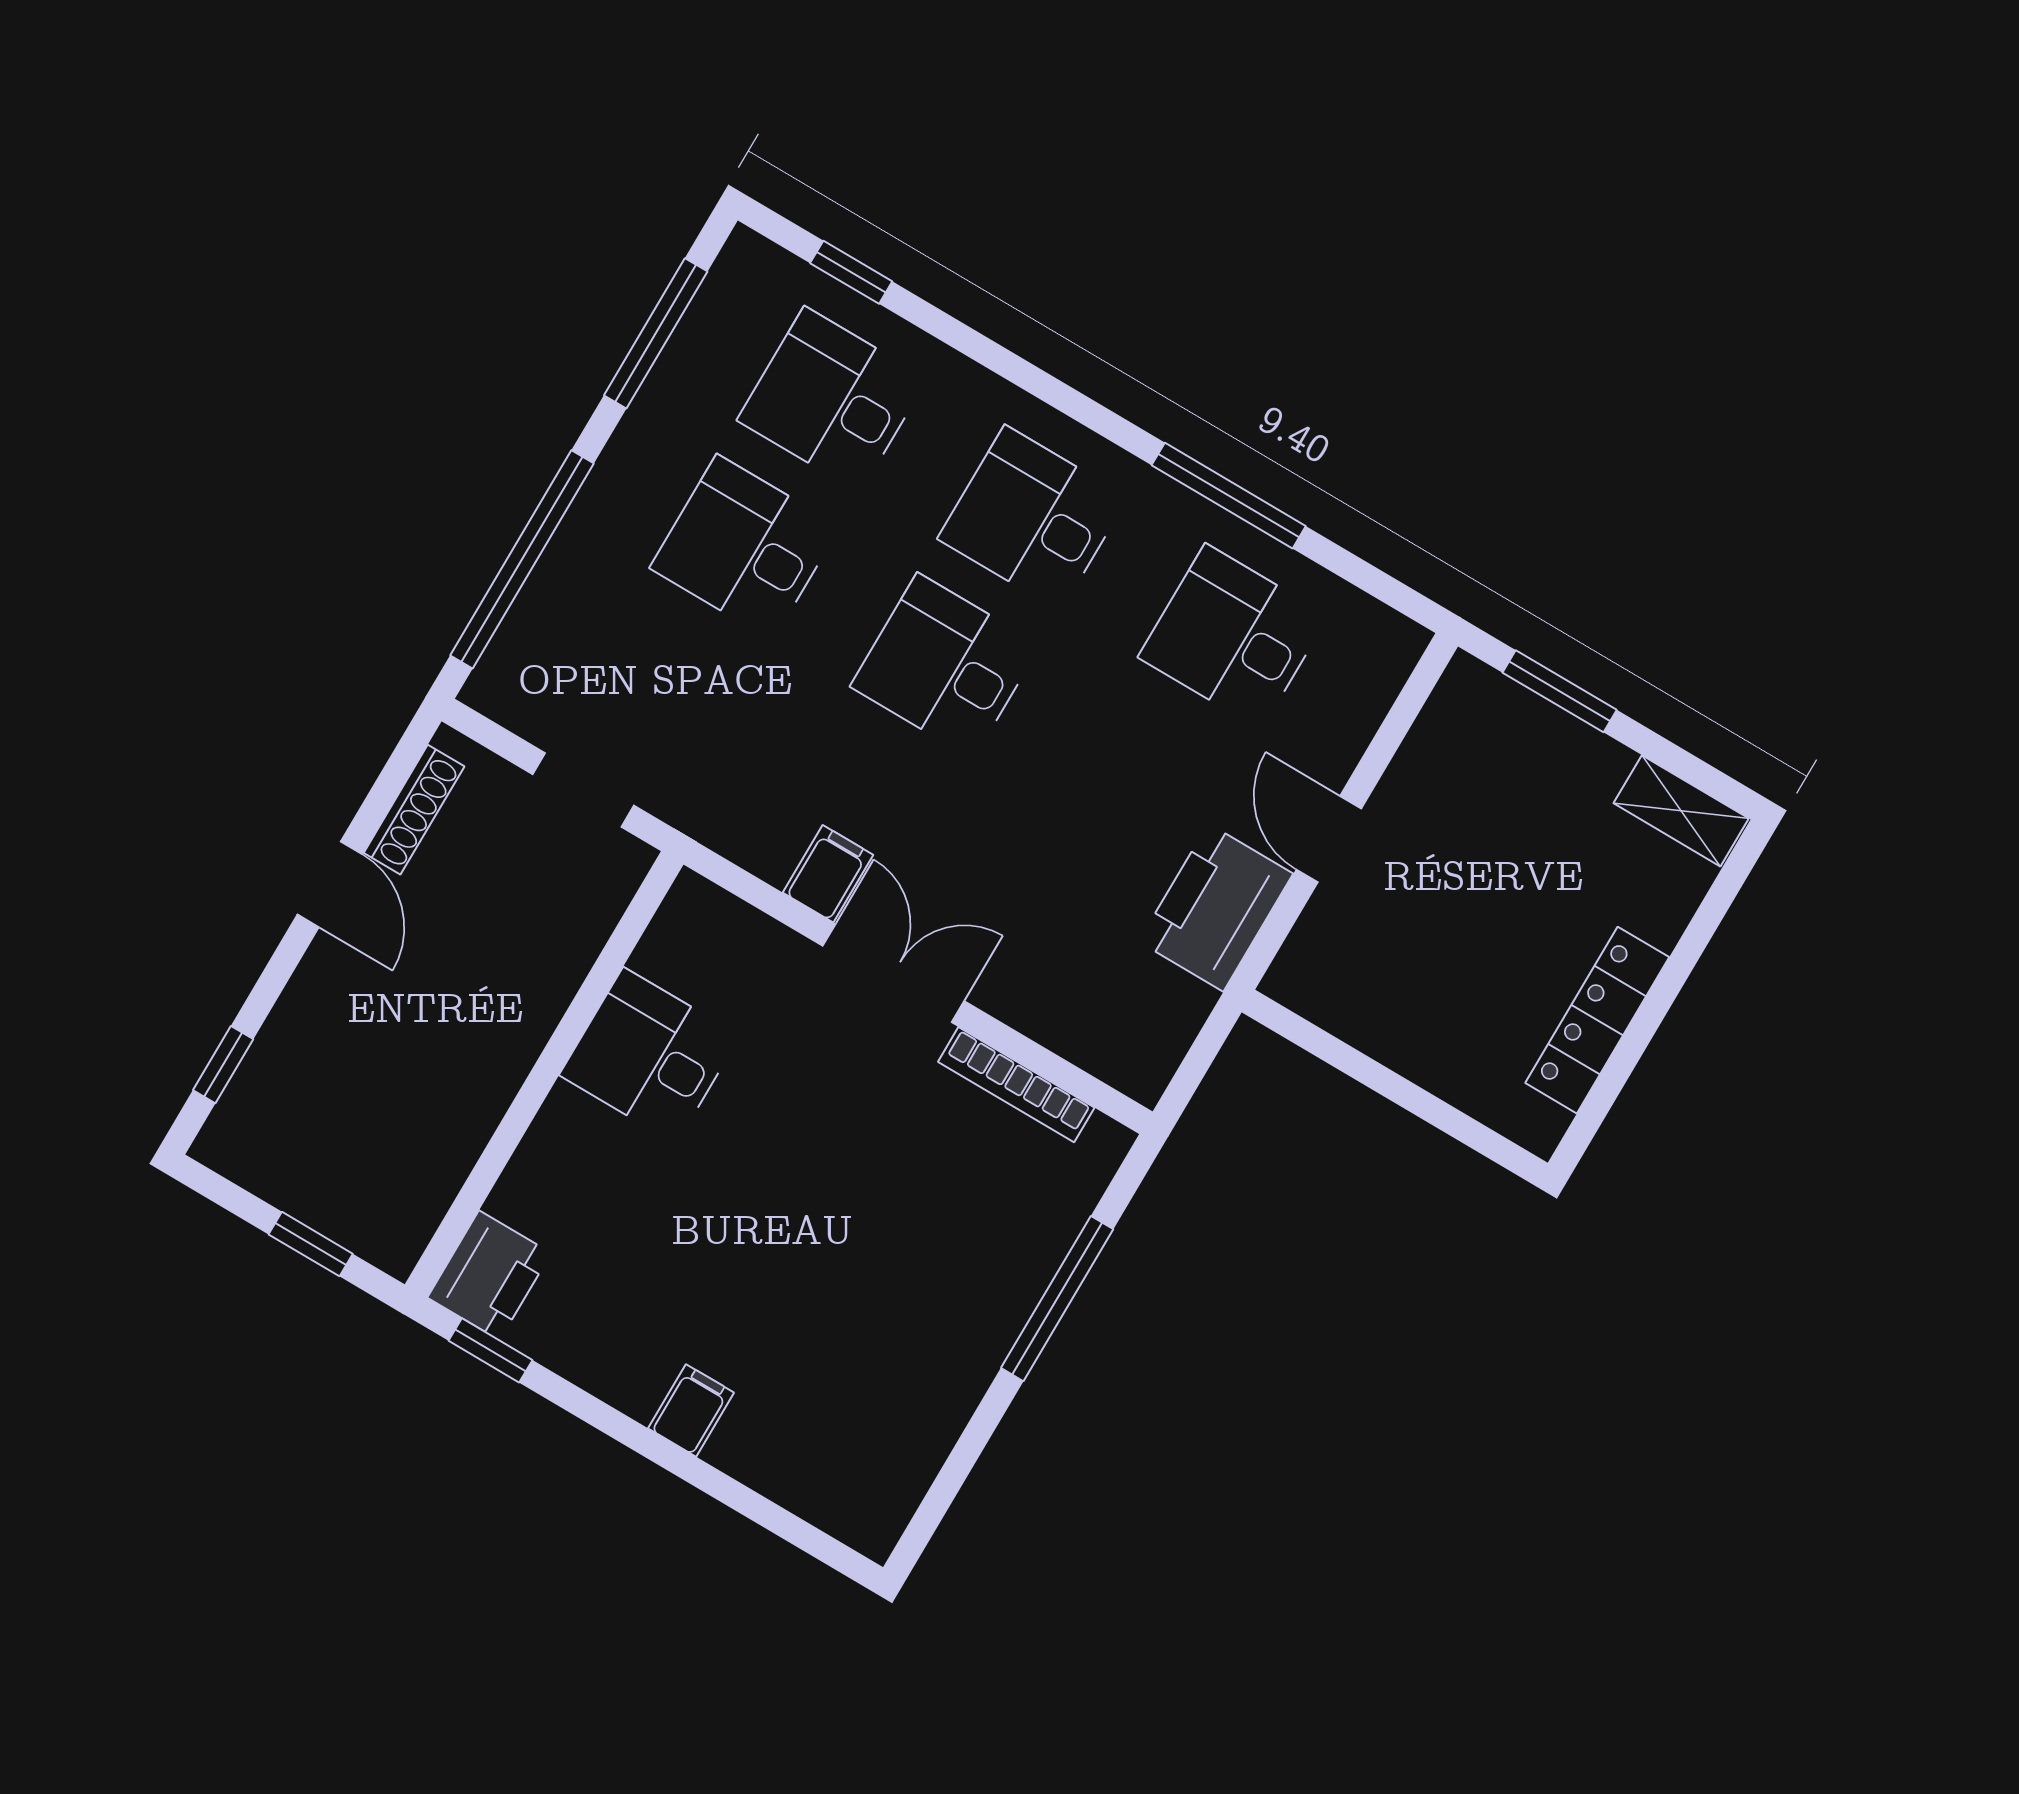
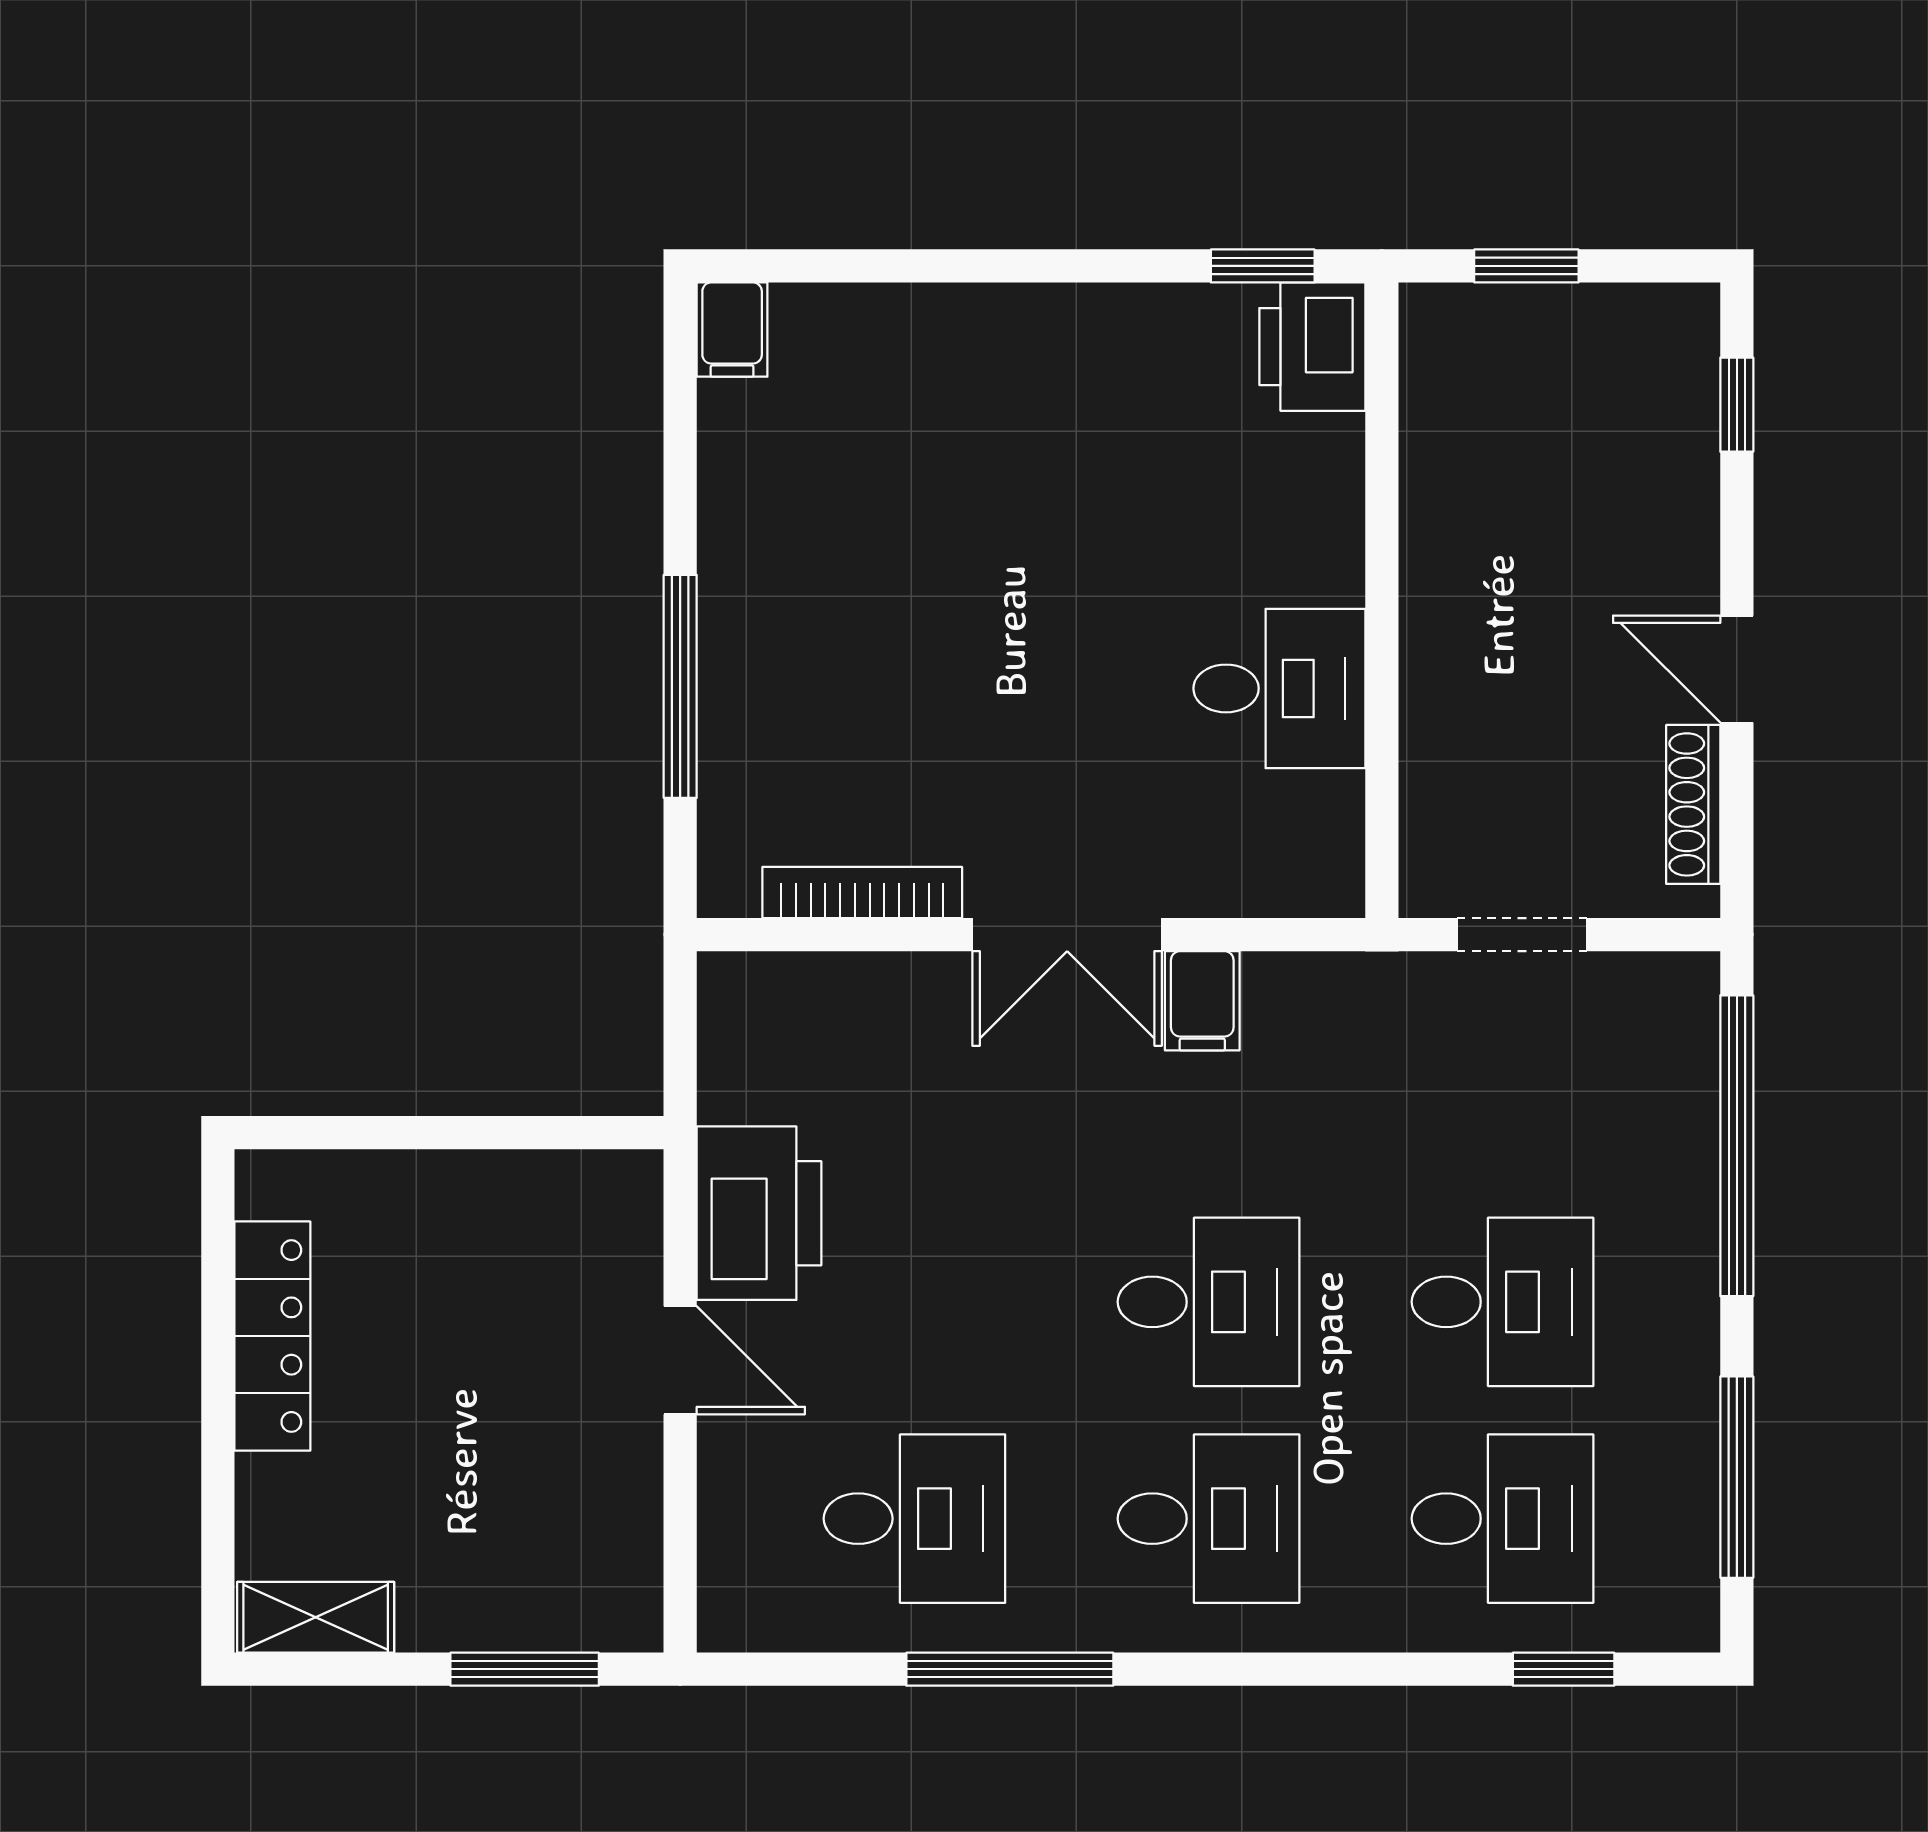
filing cabinet: (691, 1410) -> (732, 330), moved

